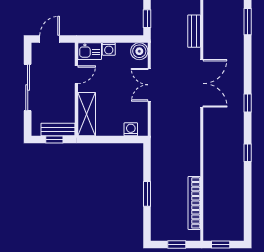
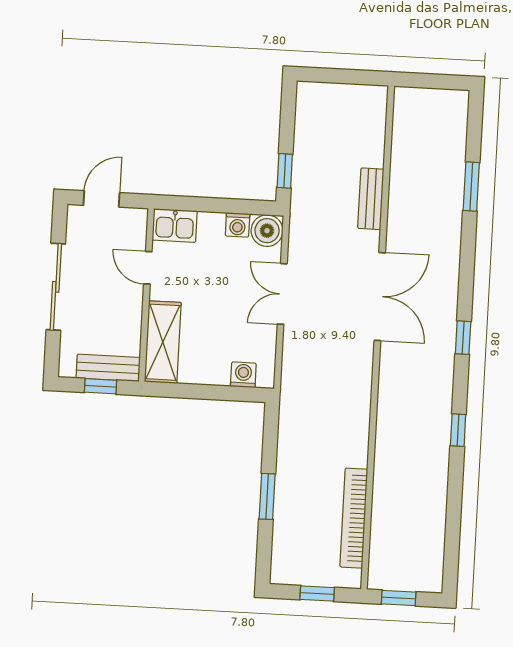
washing machine: (109, 49) -> (238, 225), moved
door: (76, 75) -> (148, 268), swing flipped

